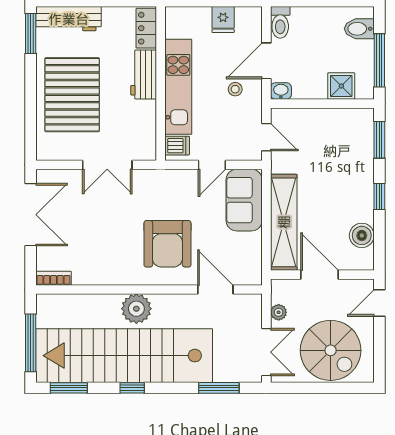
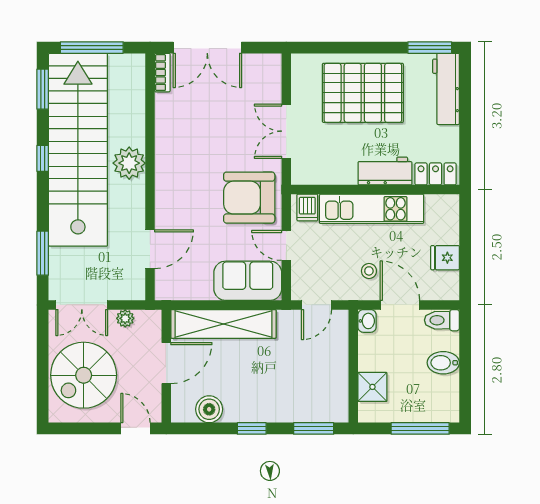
bidet: (359, 29) -> (443, 363), moved, turned -90
window: (379, 60) -> (420, 428), moved
double door: (31, 215) -> (207, 48), moved
armchair: (167, 244) -> (249, 198), moved

